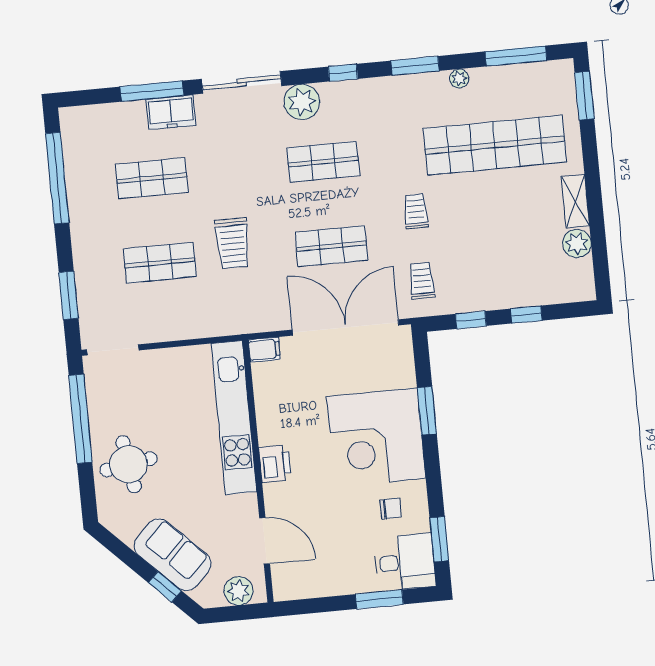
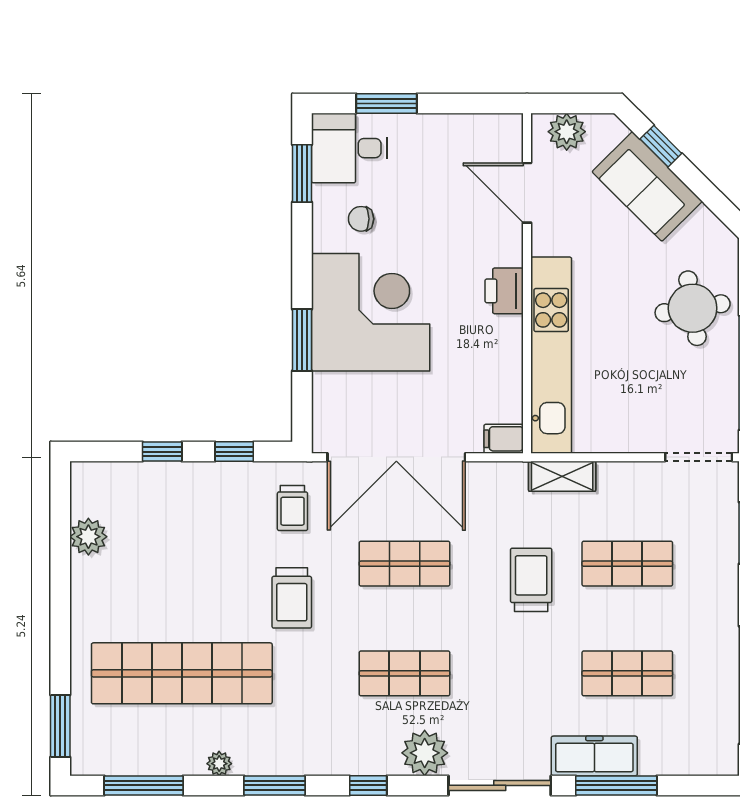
freezer: (171, 112) -> (594, 756), width x1.40
shelving: (575, 201) -> (562, 476), moved, turned 90
trolley: (416, 211) -> (292, 598), width x1.36, depth x1.39

